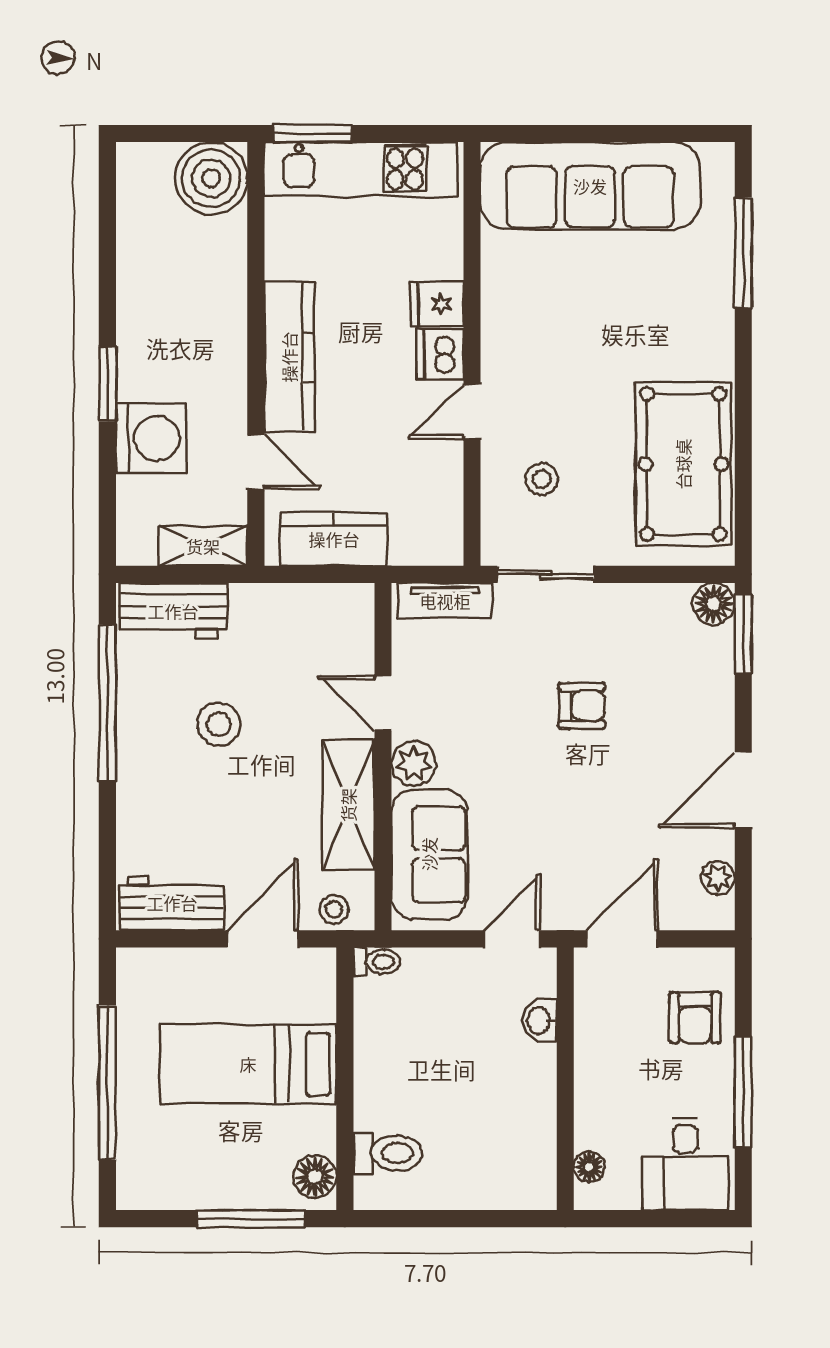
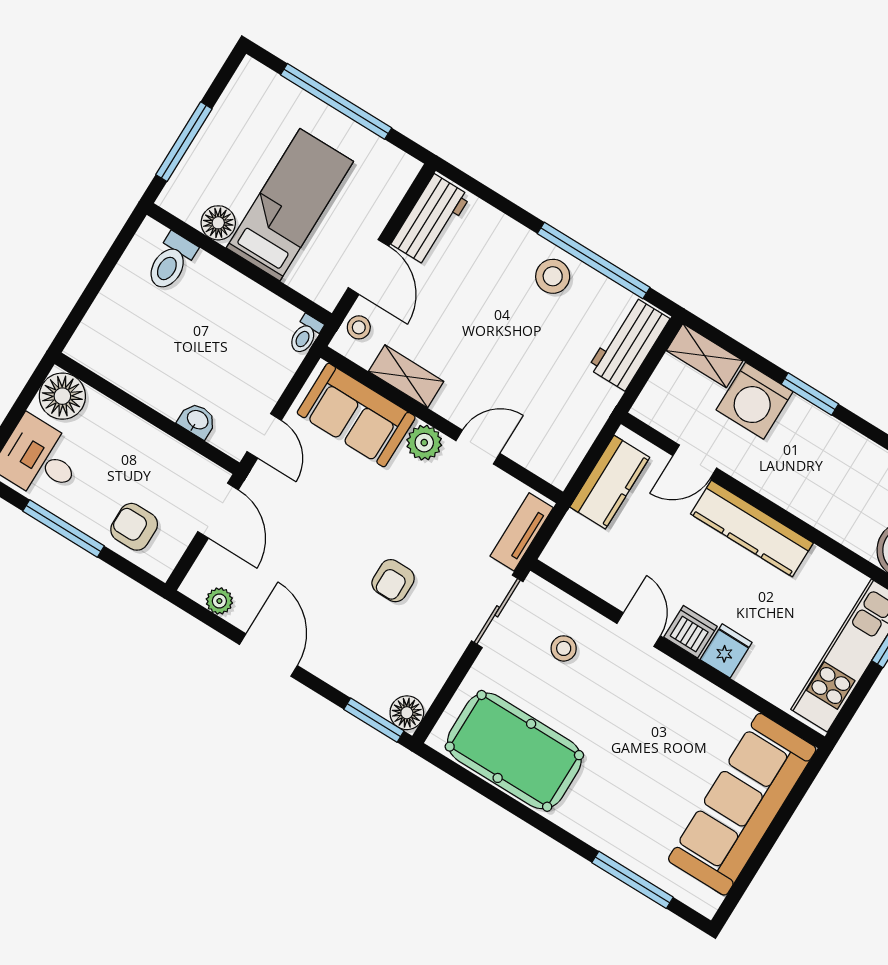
shelving: (203, 546) -> (705, 356), moved, turned 90
stool: (219, 724) -> (553, 276), moved
shelving: (348, 805) -> (406, 376), width x0.67, depth x0.75
floor lamp: (589, 1167) -> (62, 396), width x1.89, depth x1.89
floor lamp: (315, 1177) -> (218, 223), moved

